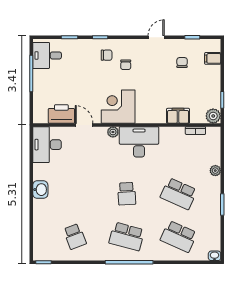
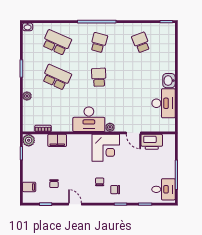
door: (156, 37) -> (75, 204), swing flipped
desk: (47, 145) -> (164, 103), moved
school desk: (127, 236) -> (99, 43), width x0.54

